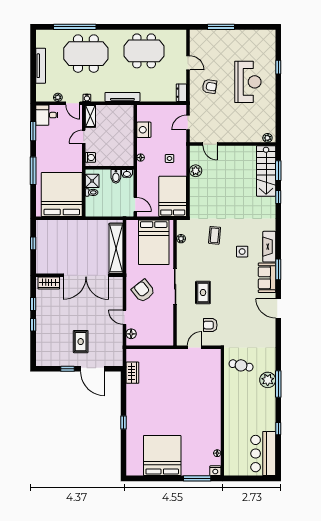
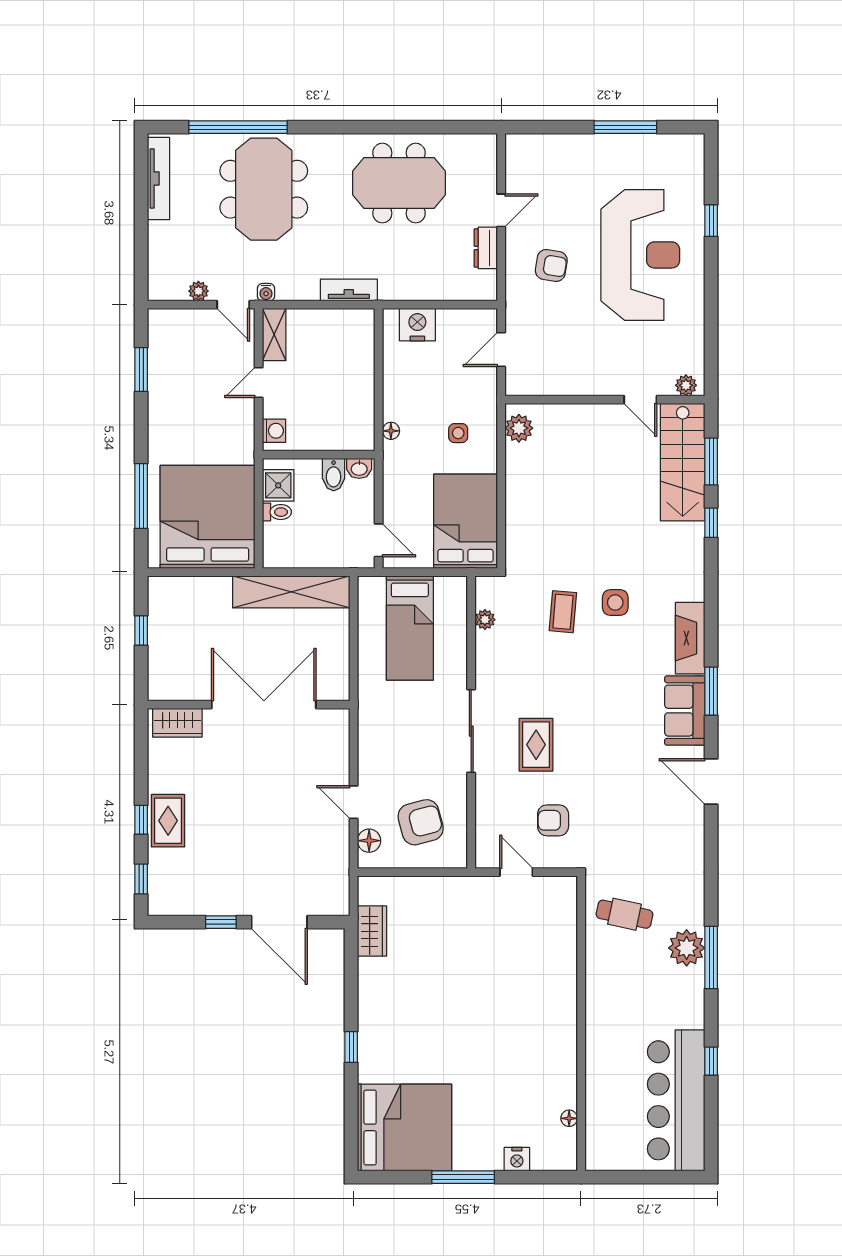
window: (221, 27) -> (625, 127), moved
meeting table: (86, 54) -> (264, 189), turned 90
door: (188, 63) -> (501, 210), hinge flipped
tv unit: (41, 66) -> (159, 179), moved
reception desk: (248, 82) -> (640, 255), width x1.36, depth x1.30
dresser: (181, 93) -> (486, 248), moved
tv unit: (122, 97) -> (349, 290), width x0.71
desk: (47, 115) -> (173, 332), removed
nightstand: (144, 130) -> (417, 325), moved, turned 90
door: (210, 144) -> (640, 400), moved
window: (33, 171) -> (141, 496), moved
plant: (196, 171) -> (519, 428), moved
bed: (154, 242) -> (410, 628), width x0.67
shelving: (116, 248) -> (291, 592), moved, turned 90
side table: (242, 252) -> (615, 602), moved
double door: (86, 275) -> (264, 705), swing flipped
armchair: (143, 291) -> (421, 822), moved, turned 113
window: (33, 304) -> (141, 879), moved
rug: (81, 342) -> (168, 821), moved
door: (194, 347) -> (516, 872), hinge flipped
bar counter: (263, 454) -> (676, 1100), width x1.36
bed: (162, 456) -> (404, 1127), moved, turned 90
nightstand: (215, 471) -> (517, 1159), moved
window: (197, 478) -> (463, 1177), moved

